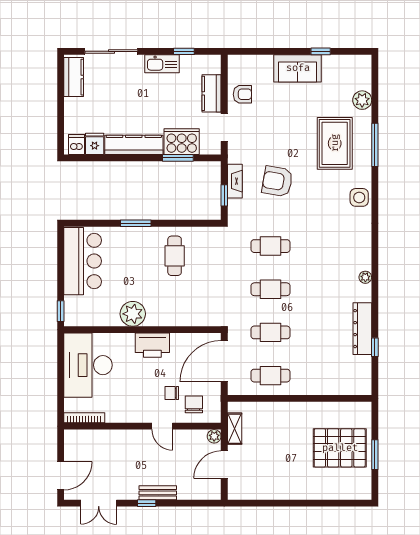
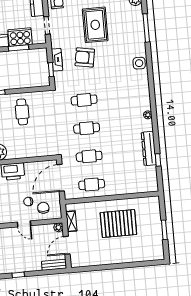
rug: (335, 143) -> (95, 25), moved
pallet: (340, 448) -> (118, 224), moved
bench: (158, 493) -> (54, 265), moved

